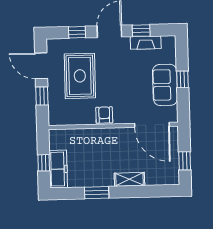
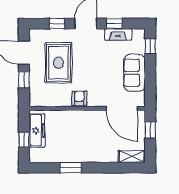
window: (183, 79) -> (150, 46), moved
window: (185, 161) -> (150, 130), moved
freezer: (58, 169) -> (37, 131), moved
shelving: (129, 179) -> (132, 157), moved

